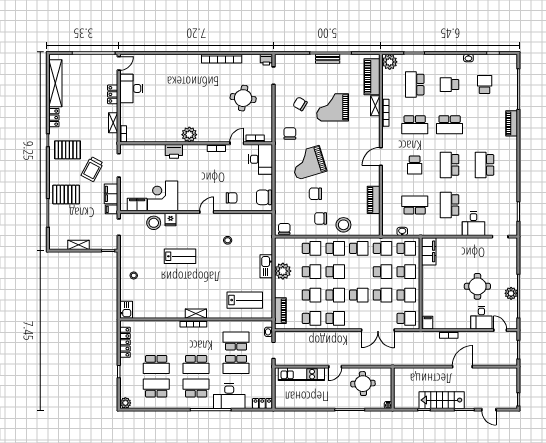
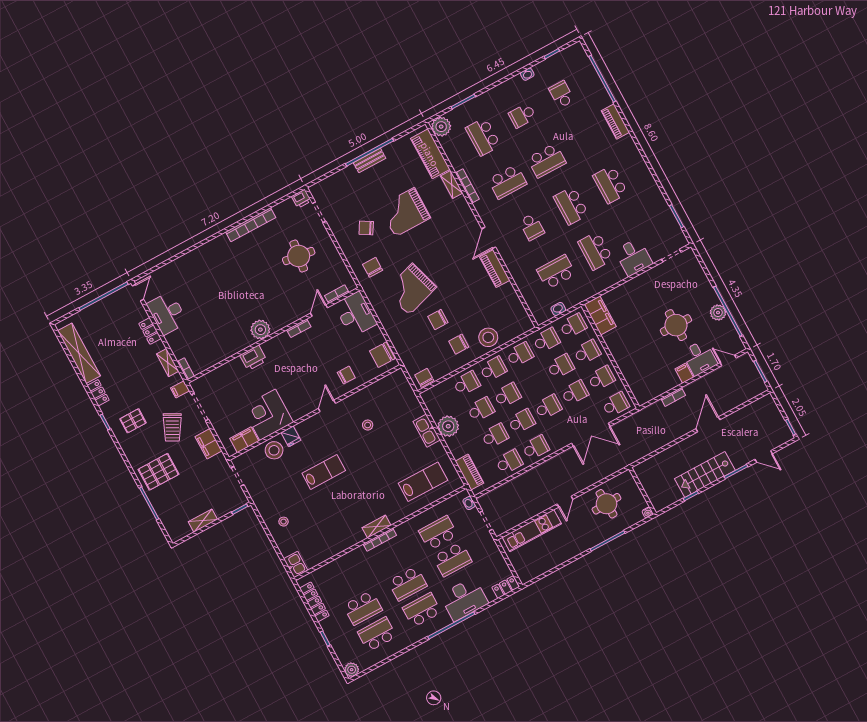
pallet: (67, 150) -> (133, 421), width x0.67, depth x0.71
piano: (374, 200) -> (495, 269), moved
filing cabinet: (112, 209) -> (180, 389), moved
filing cabinet: (428, 323) -> (684, 373), moved

